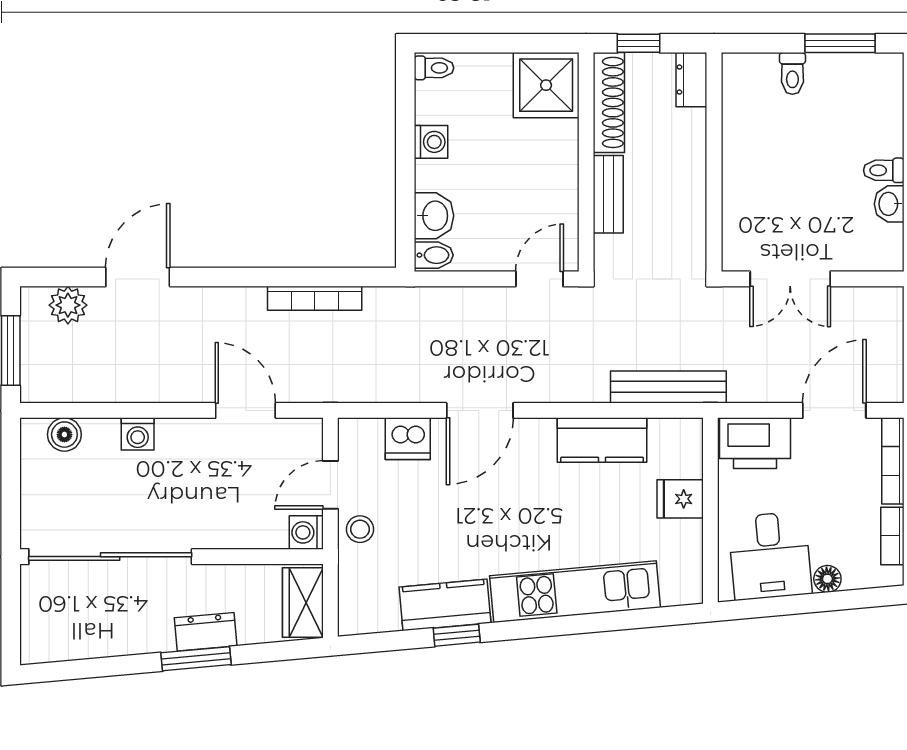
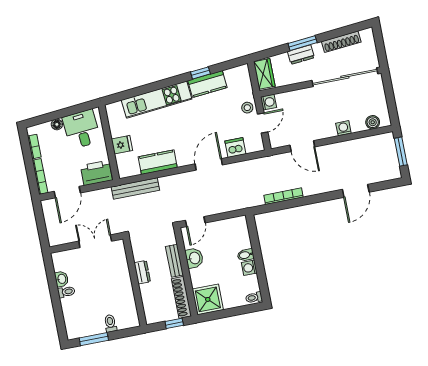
dresser: (691, 80) -> (142, 272), moved
washbasin: (434, 216) -> (194, 258), moved, turned 180
bidet: (434, 255) -> (246, 255), moved
plant: (68, 305) -> (381, 174), removed
shoe rack: (102, 644) -> (341, 42), added

